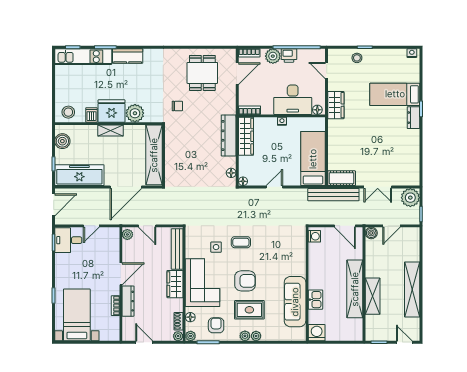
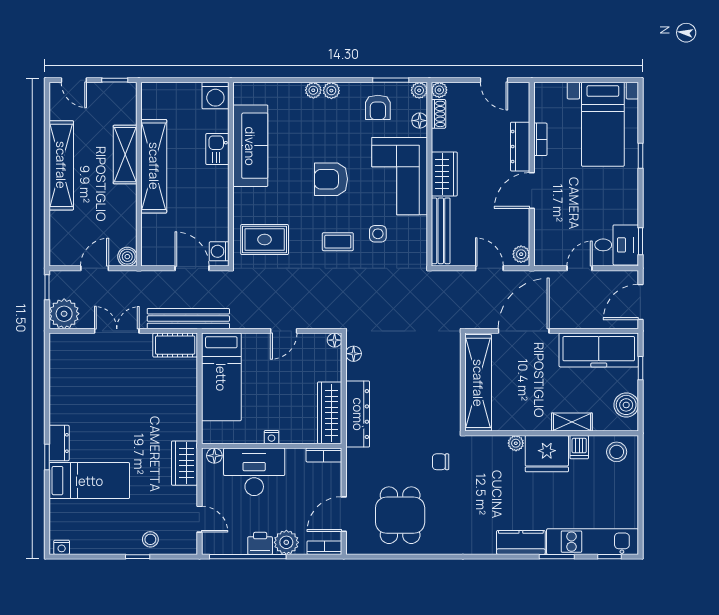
plant: (135, 113) -> (516, 443), width x0.53, depth x0.53
shelving: (111, 131) -> (572, 422), moved
door: (345, 226) -> (192, 268), moved
rug: (249, 310) -> (265, 240), moved

